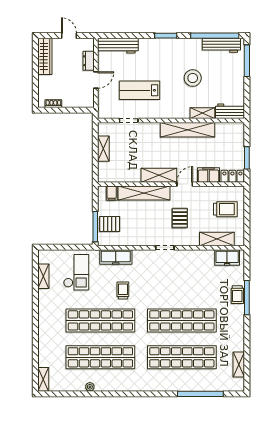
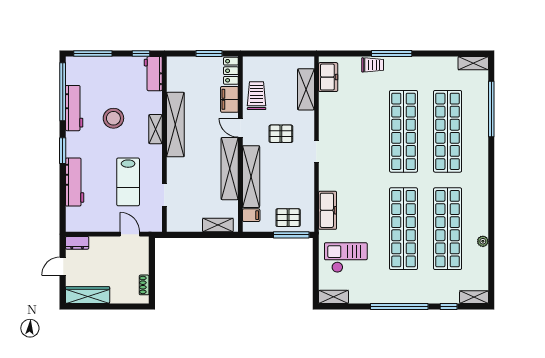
workbench: (221, 45) -> (74, 108), moved
workbench: (118, 46) -> (75, 182), moved
dresser: (89, 61) -> (77, 243), moved
door: (96, 80) -> (130, 234), moved
window: (247, 101) -> (141, 53), added
shelving: (202, 113) -> (156, 129), moved
shelving: (103, 149) -> (218, 225), moved
shelving: (159, 175) -> (230, 169), width x1.47
trolley: (225, 209) -> (257, 96), moved
pallet: (110, 224) -> (288, 218), turned 90
shelving: (43, 276) -> (334, 297), moved
trolley: (123, 291) -> (368, 202), removed
window: (247, 298) -> (392, 53), moved
window: (35, 317) -> (399, 307), added
window: (35, 358) -> (449, 307), added
shelving: (239, 365) -> (473, 63), moved

